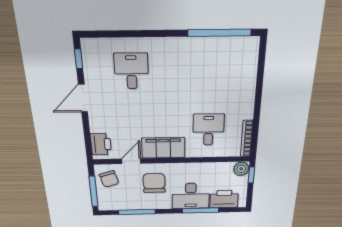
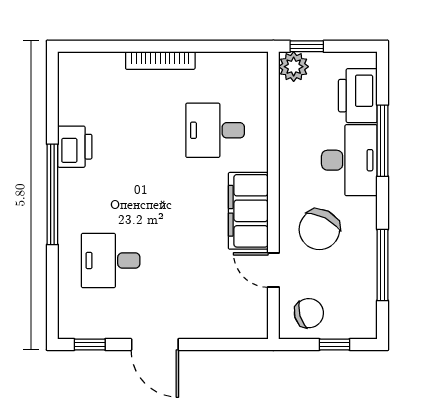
window: (219, 33) -> (52, 194), moved
bookcase: (247, 139) -> (160, 61), moved
printer: (101, 144) -> (75, 147), moved, turned 90
chair: (154, 183) -> (319, 229), turned -63
window: (93, 191) -> (334, 344), width x0.46

